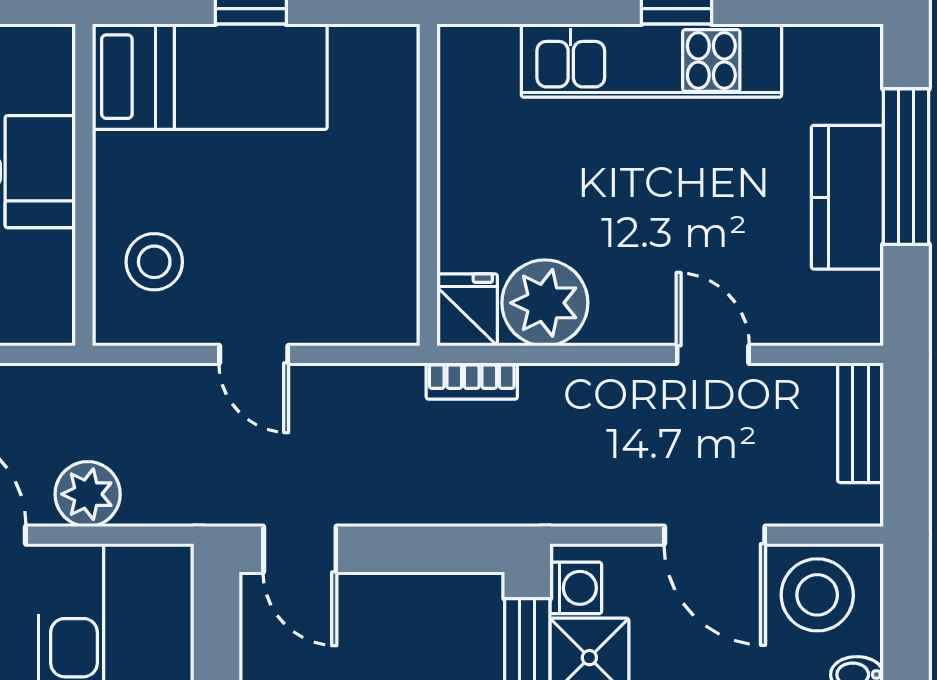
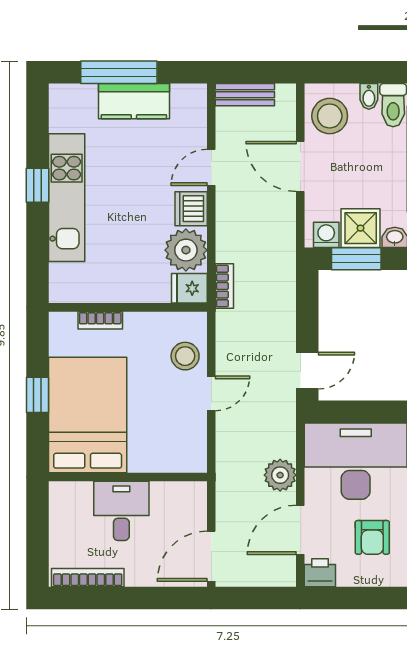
bed: (210, 77) -> (88, 415), width x1.50
bookcase: (402, 129) -> (100, 320), added
stool: (154, 262) -> (185, 356), moved
dishwasher: (629, 313) -> (191, 209), added
door: (715, 535) -> (300, 166), swing flipped

